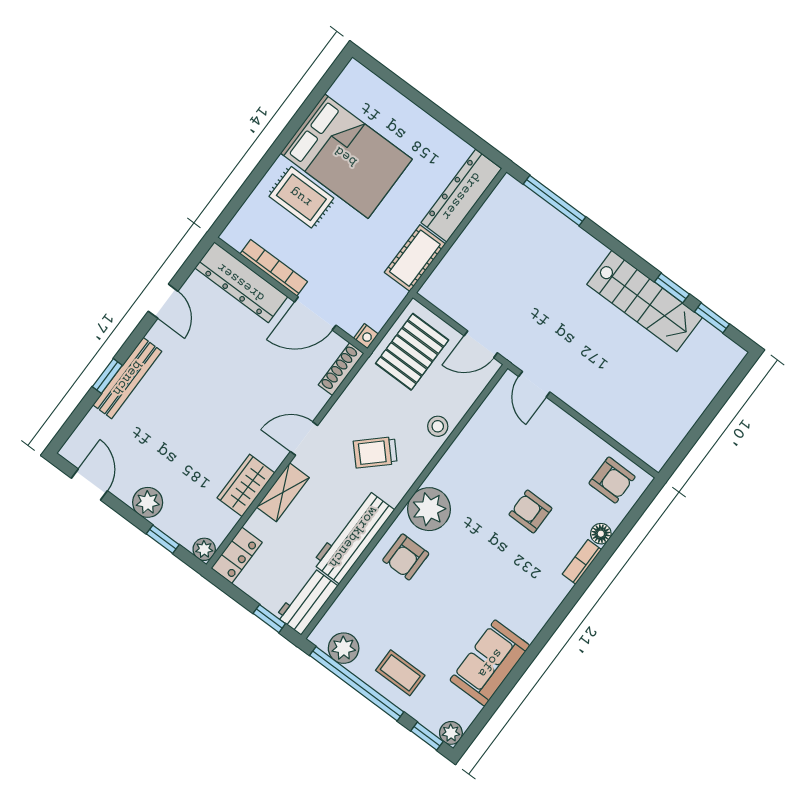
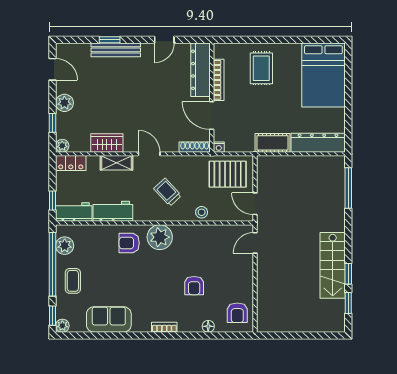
bed: (346, 156) -> (323, 75), moved
door: (89, 484) -> (53, 69), hinge flipped
armchair: (530, 511) -> (194, 286), turned 180
workbench: (353, 537) -> (113, 211), width x0.73
bookcase: (582, 562) -> (164, 327), moved

